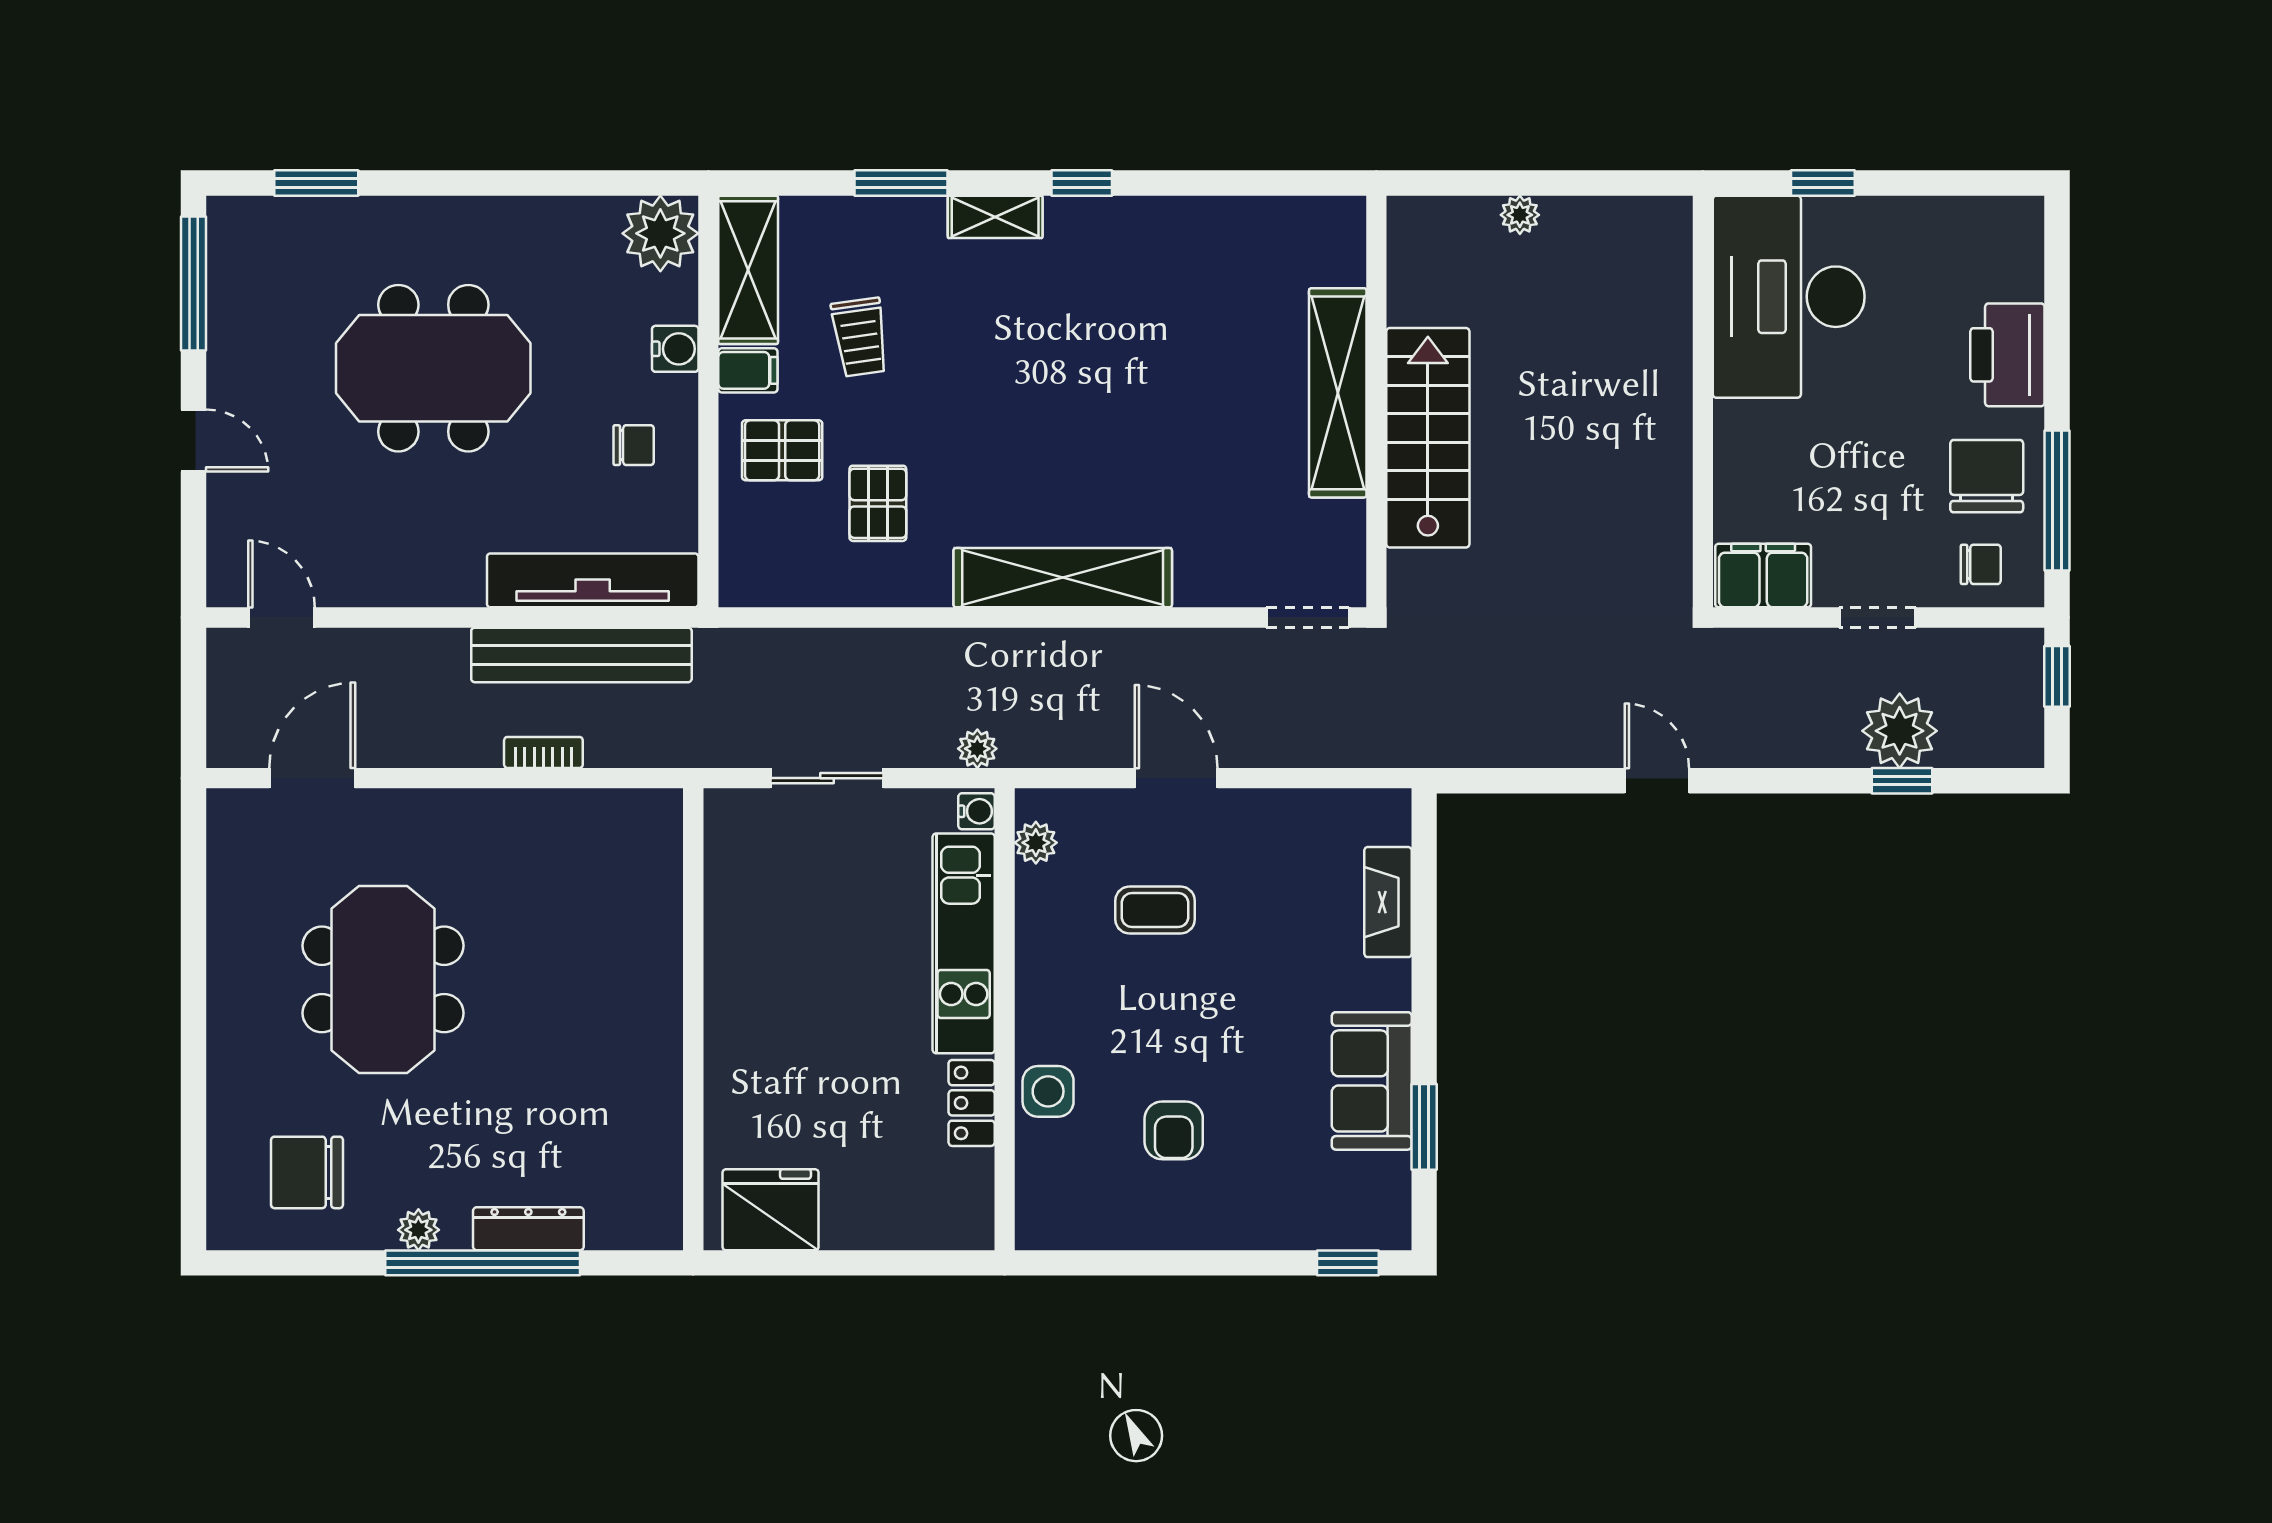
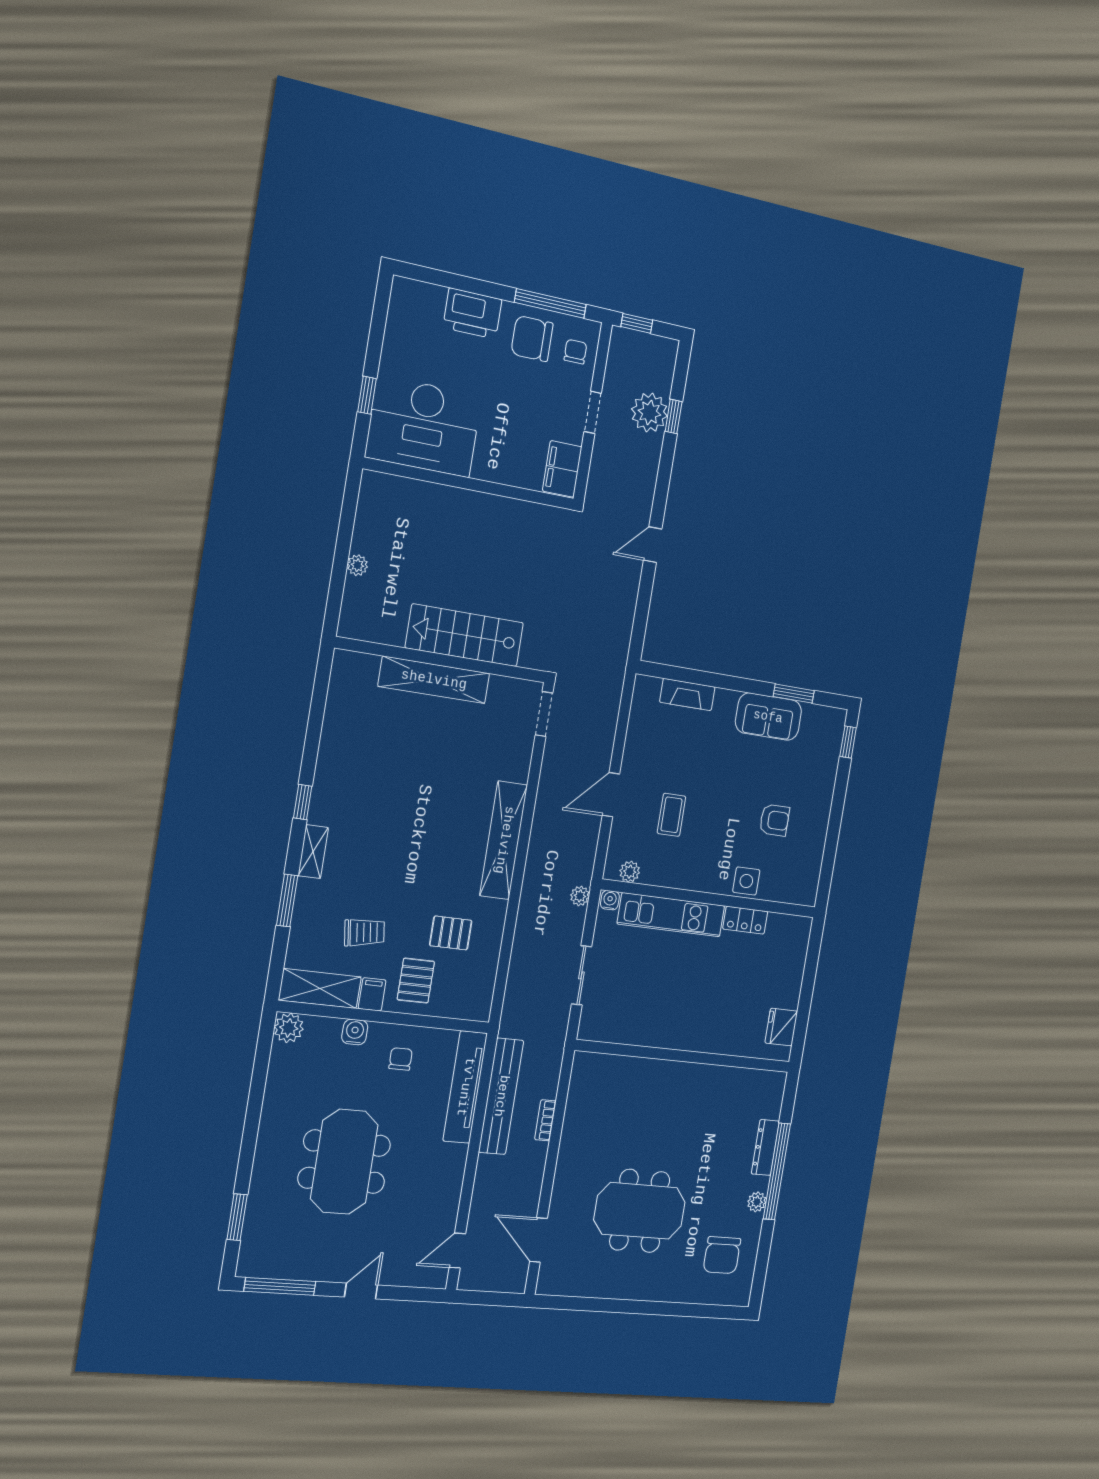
plant: (660, 233) -> (289, 1028), width x0.73, depth x0.73
fridge: (771, 1210) -> (781, 1027), width x0.73, depth x0.75

